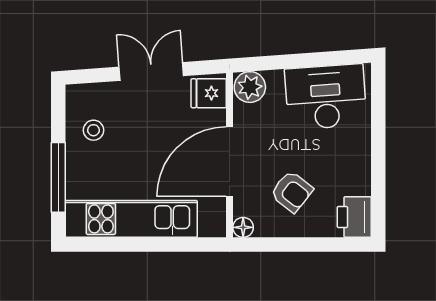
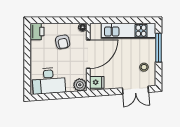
double door: (151, 71) -> (135, 90), moved
armchair: (292, 192) -> (63, 42), turned -139

